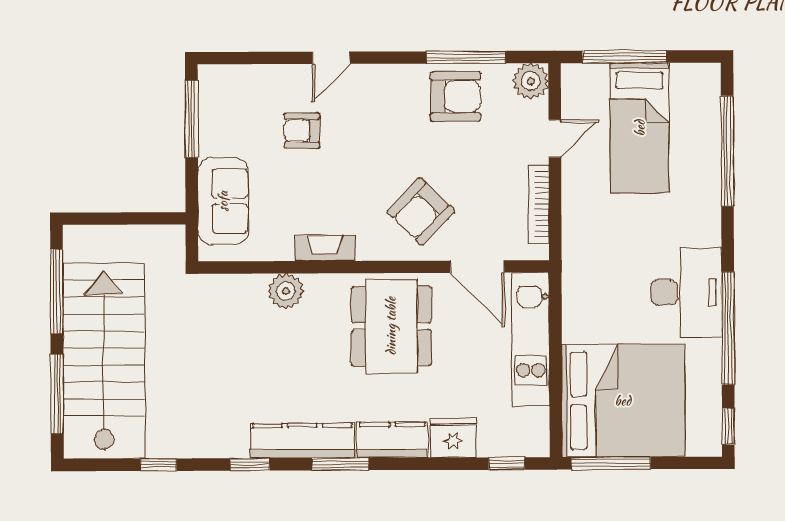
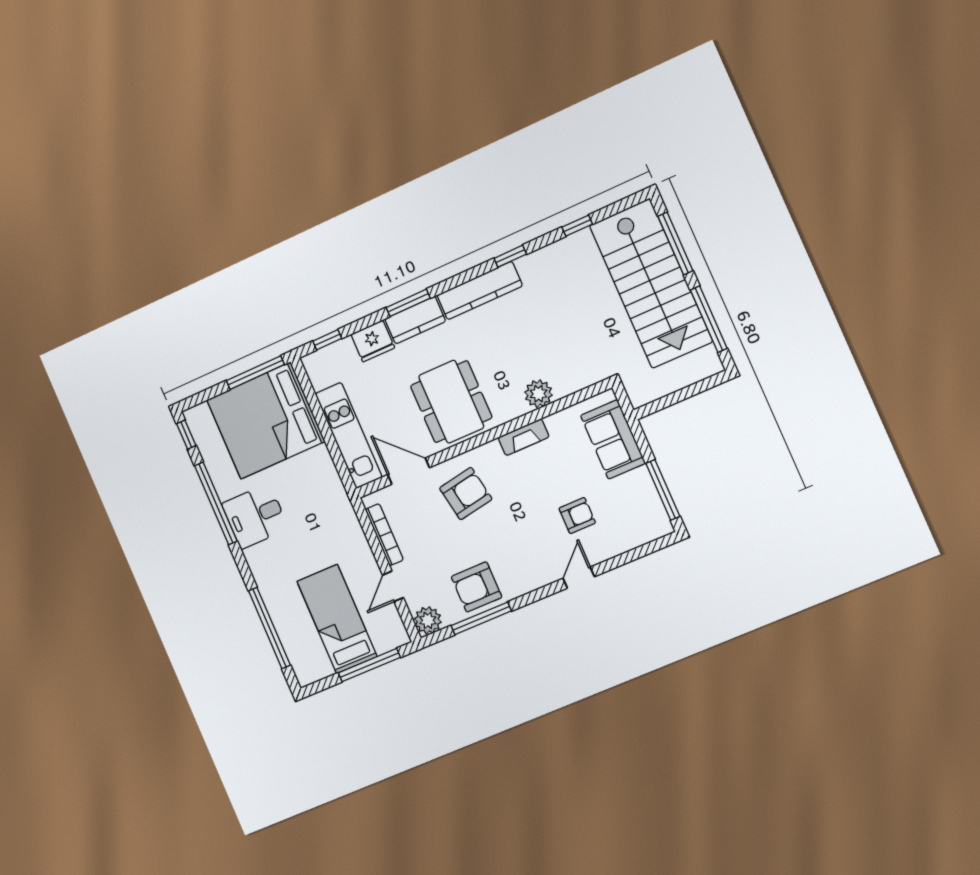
armchair: (421, 211) -> (466, 494), turned 36
desk: (686, 292) -> (255, 516), width x0.73
window: (340, 464) -> (408, 303), moved

